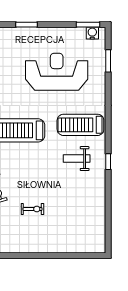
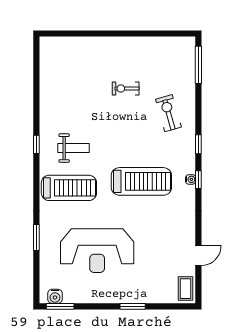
window: (108, 61) -> (36, 238), moved

